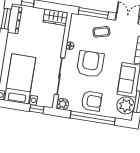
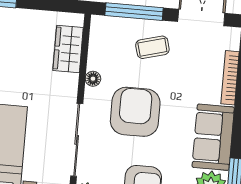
wardrobe: (55, 17) -> (68, 49), moved, turned 90

